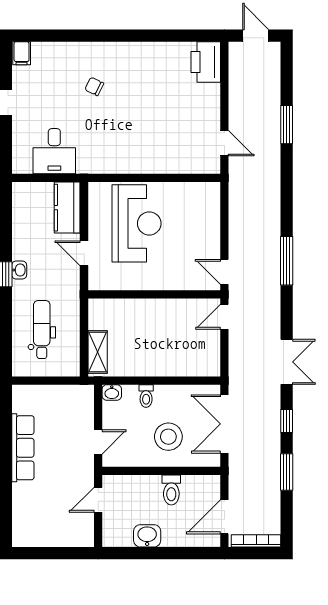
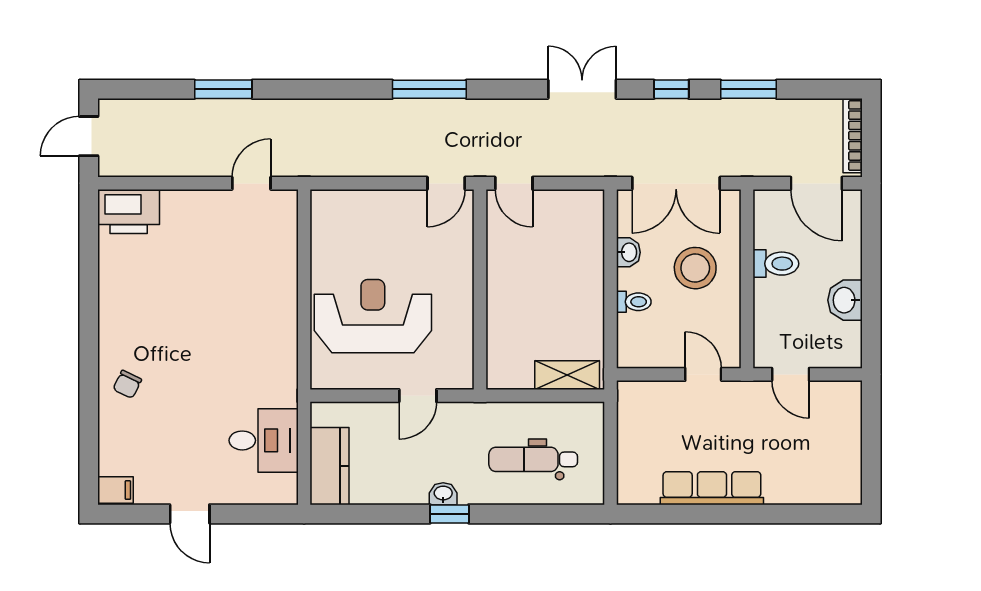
chair: (94, 86) -> (127, 384), moved
kitchen counter: (67, 208) -> (330, 466), moved, turned -90
washbasin: (112, 392) -> (628, 252), moved

